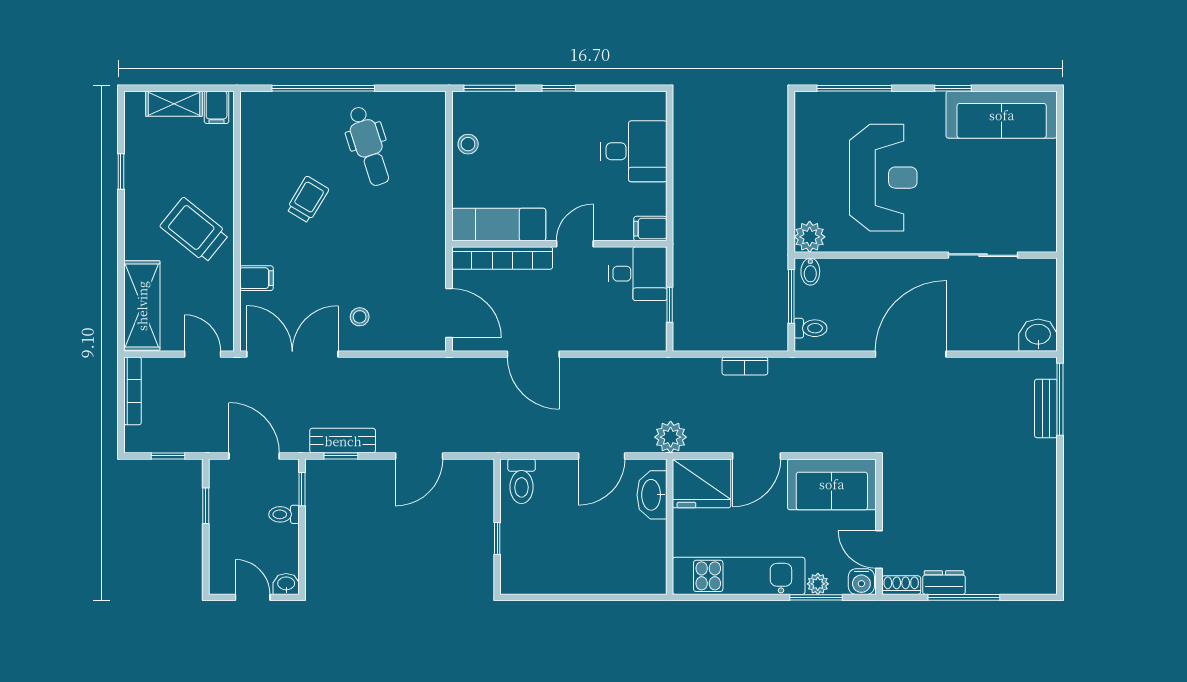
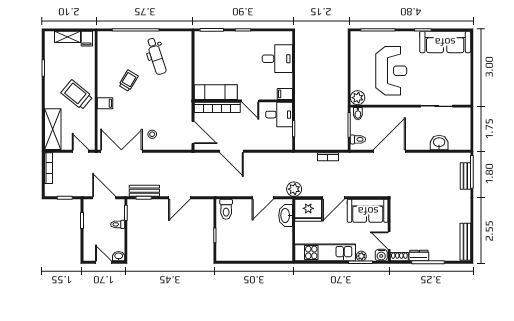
stool: (468, 144) -> (202, 55), removed
door: (575, 244) -> (250, 101), swing flipped
filing cabinet: (256, 278) -> (105, 103), moved
washbasin: (1038, 335) -> (439, 143), moved
door: (911, 354) -> (389, 151), moved
bench: (1046, 553) -> (465, 242), added

